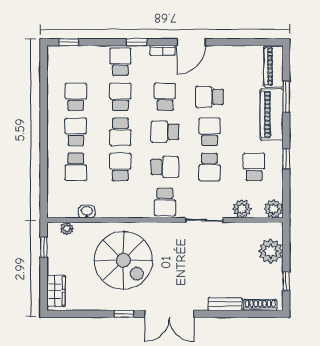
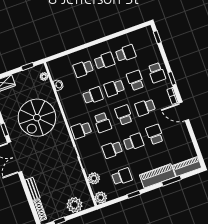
school desk: (120, 62) -> (157, 73), turned 90
school desk: (120, 97) -> (135, 80), turned -90
school desk: (165, 97) -> (145, 107), turned 180

